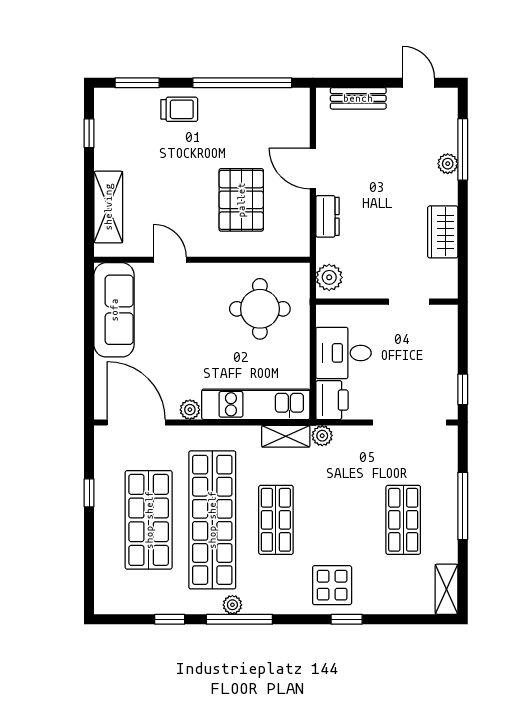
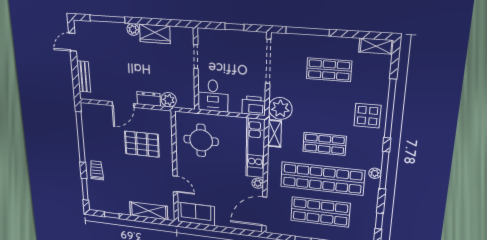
plant: (448, 164) -> (133, 29), moved
door: (170, 260) -> (175, 184), swing flipped
plant: (329, 277) -> (169, 100), moved
sofa: (114, 310) -> (196, 214), width x0.73
desk: (344, 353) -> (213, 96), moved
window: (463, 389) -> (234, 27), moved
plant: (322, 436) -> (280, 108), width x1.88, depth x1.88
window: (463, 506) -> (308, 31), moved
window: (170, 619) -> (379, 221), moved
window: (347, 619) -> (390, 109), width x3.17

